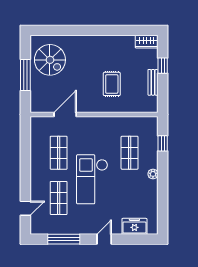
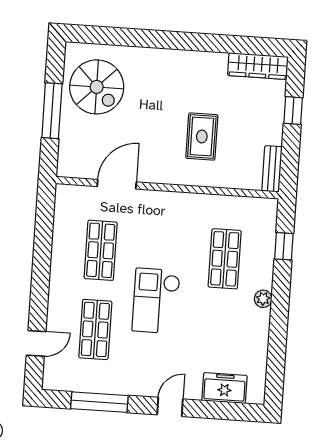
wardrobe: (147, 42) -> (258, 66), width x1.50
bench: (153, 82) -> (272, 169), moved
checkout: (92, 179) -> (156, 301), width x0.73, depth x0.83

